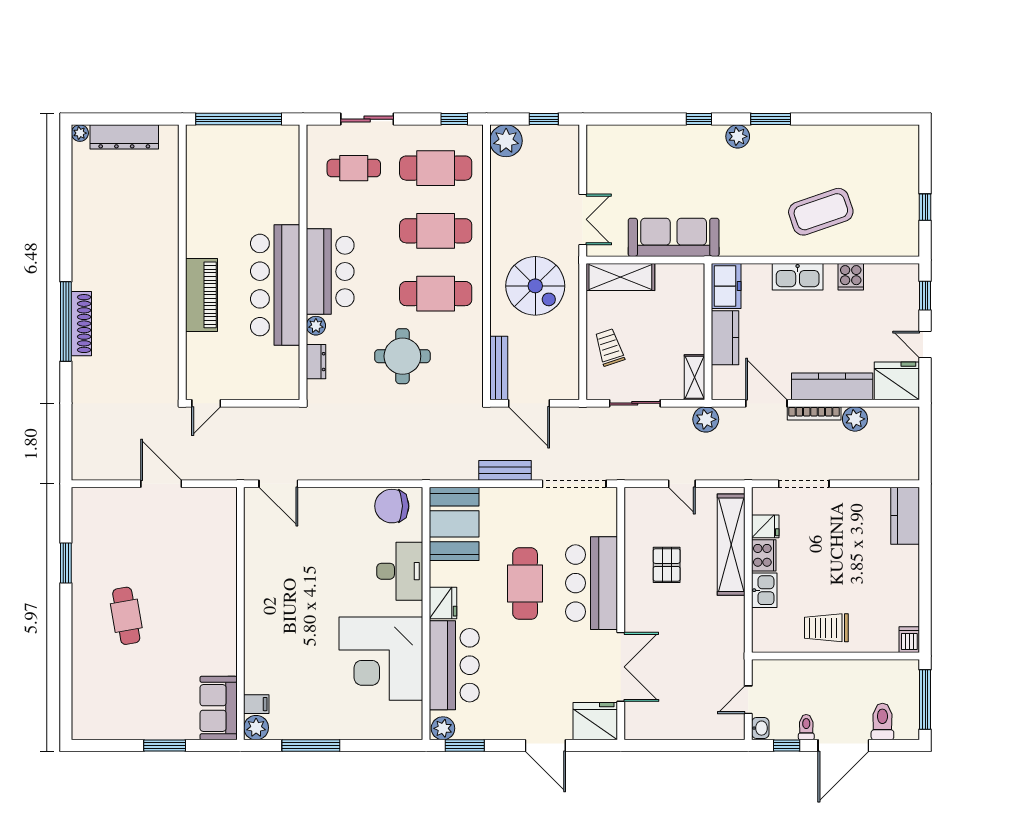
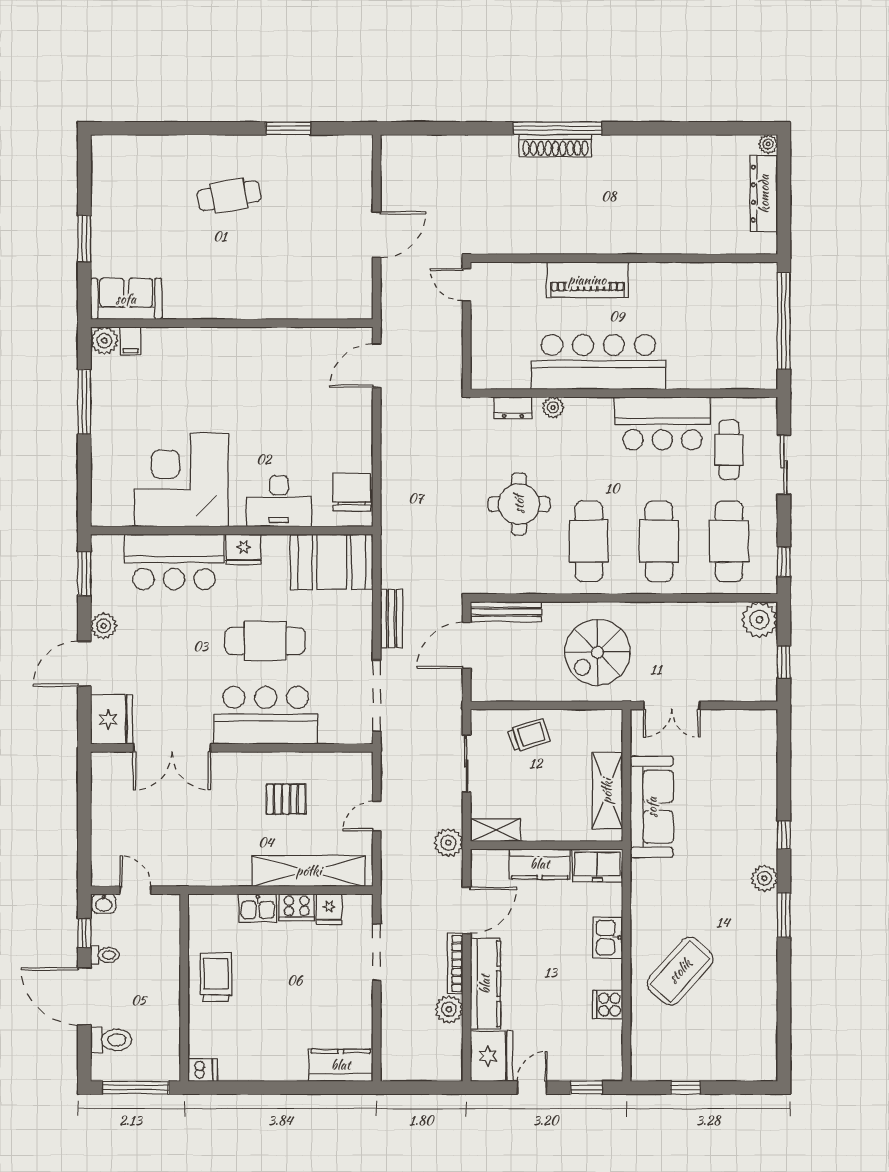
coffee table: (821, 212) -> (680, 971), turned 61
bar counter: (330, 272) -> (662, 423), moved
shelving: (620, 277) -> (607, 791), moved
kitchen sink: (798, 277) -> (608, 937), width x0.73
plant: (443, 728) -> (104, 626), moved

